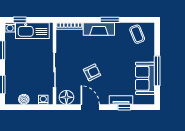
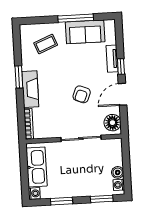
window: (20, 20) -> (25, 183), removed
coffee table: (137, 34) -> (46, 44), moved
armchair: (92, 72) -> (82, 94), turned -132
washing machine: (43, 100) -> (119, 185), moved
window: (124, 107) -> (121, 66), moved

